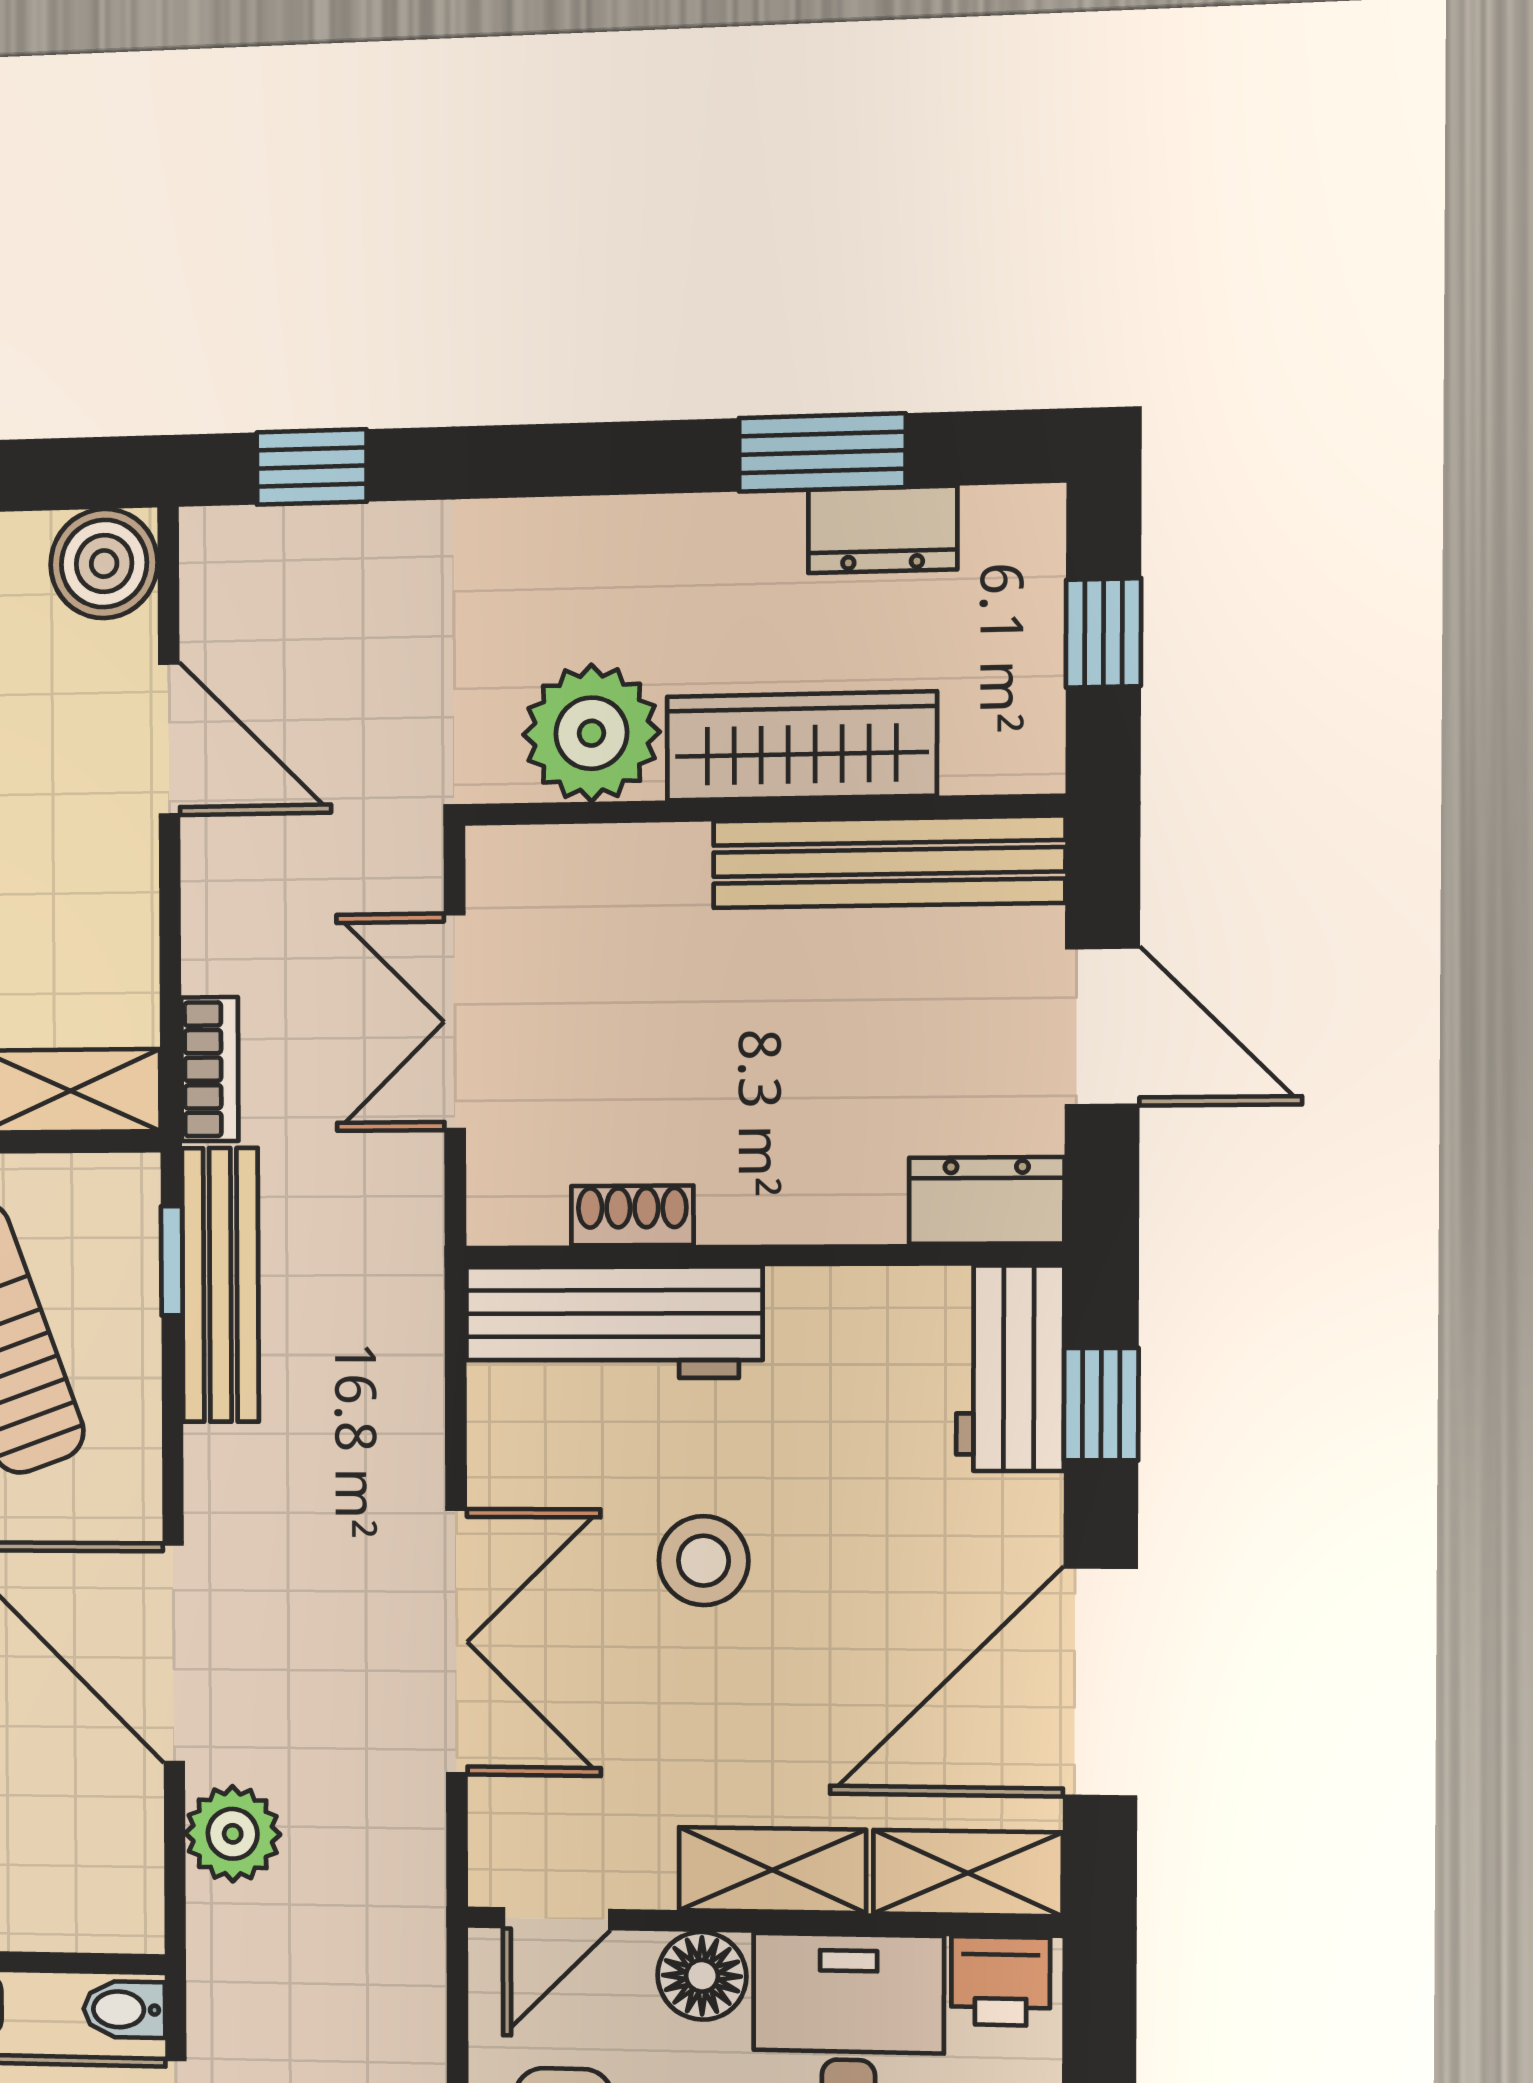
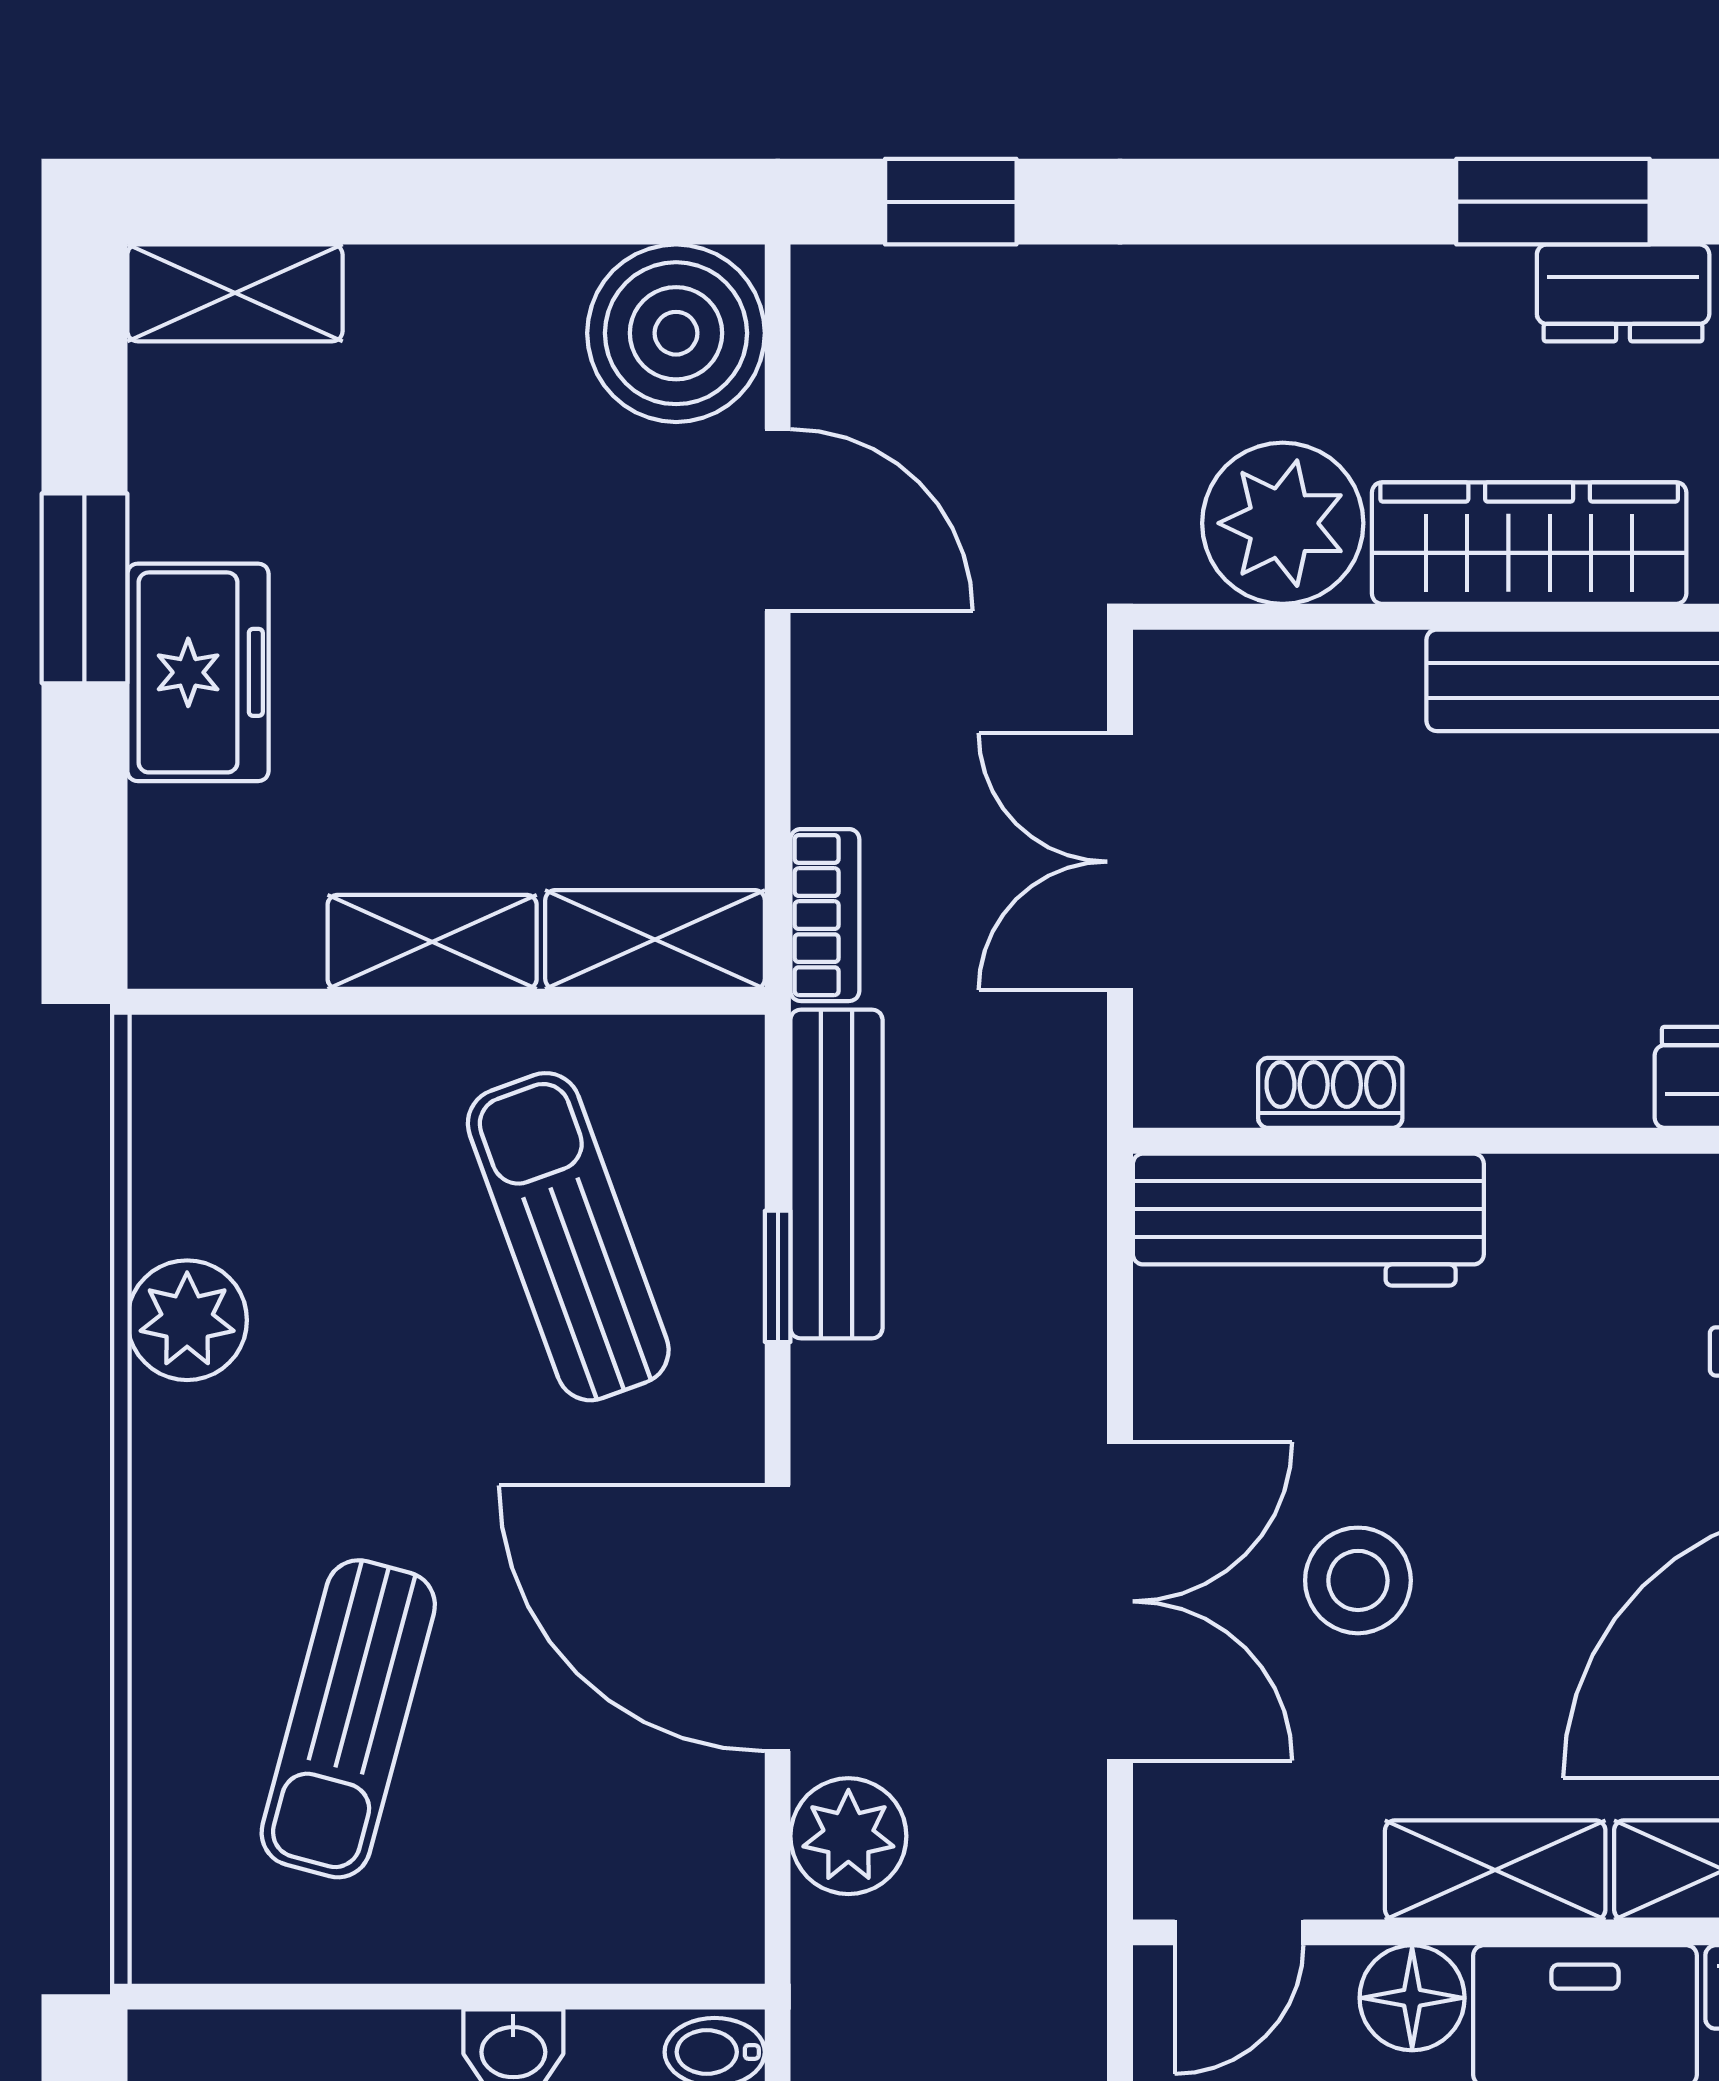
boiler: (104, 564) -> (676, 333), width x1.37, depth x1.37
window: (172, 1261) -> (778, 1276), moved
stool: (703, 1561) -> (1358, 1580), moved

